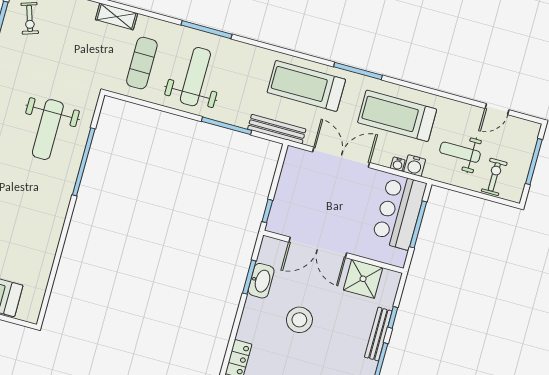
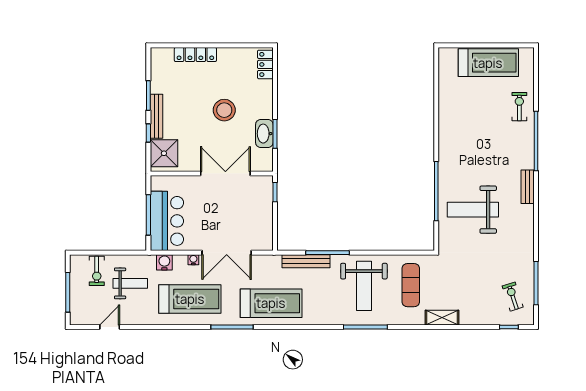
bench: (277, 129) -> (306, 261), moved
weight bench: (48, 130) -> (473, 210), turned -90
water cooler: (398, 164) -> (193, 260), moved
shower: (363, 279) -> (164, 153), moved

